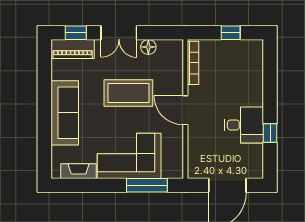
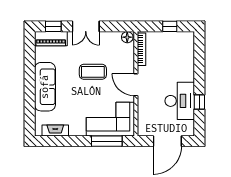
floor lamp: (148, 47) -> (127, 37), moved
coffee table: (128, 93) -> (93, 72), width x0.73, depth x0.76
desk: (244, 125) -> (180, 101), width x1.37
corner sofa: (129, 156) -> (110, 119), moved

